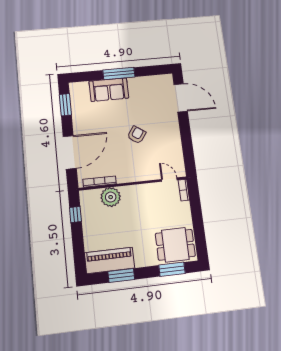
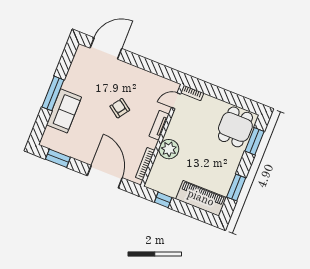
tv unit: (140, 176) -> (159, 125), added
plant: (111, 197) -> (169, 149), moved
piano: (110, 260) -> (201, 198), moved, turned 90

